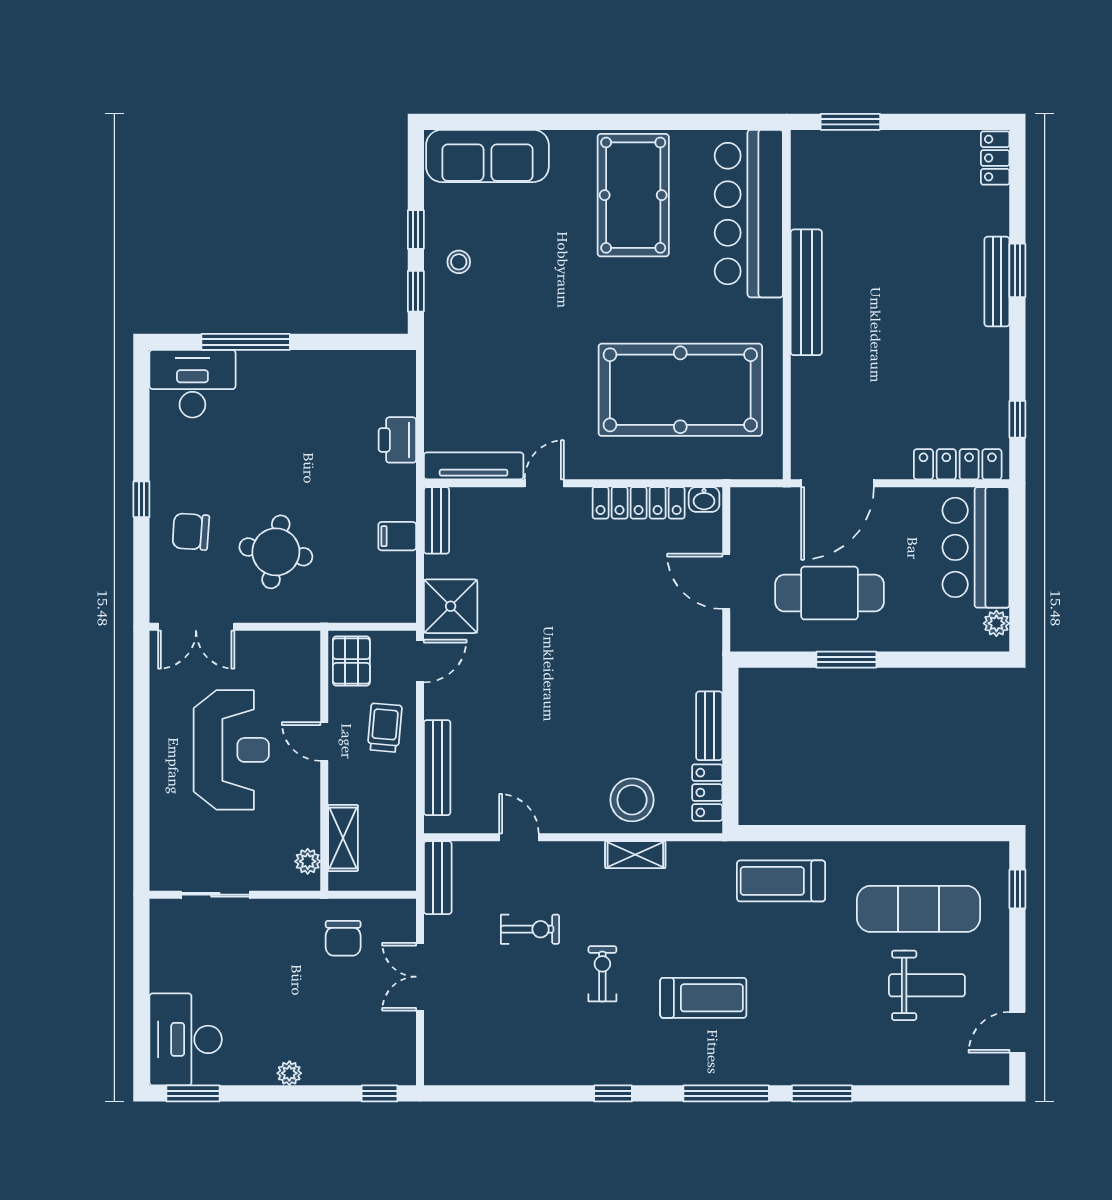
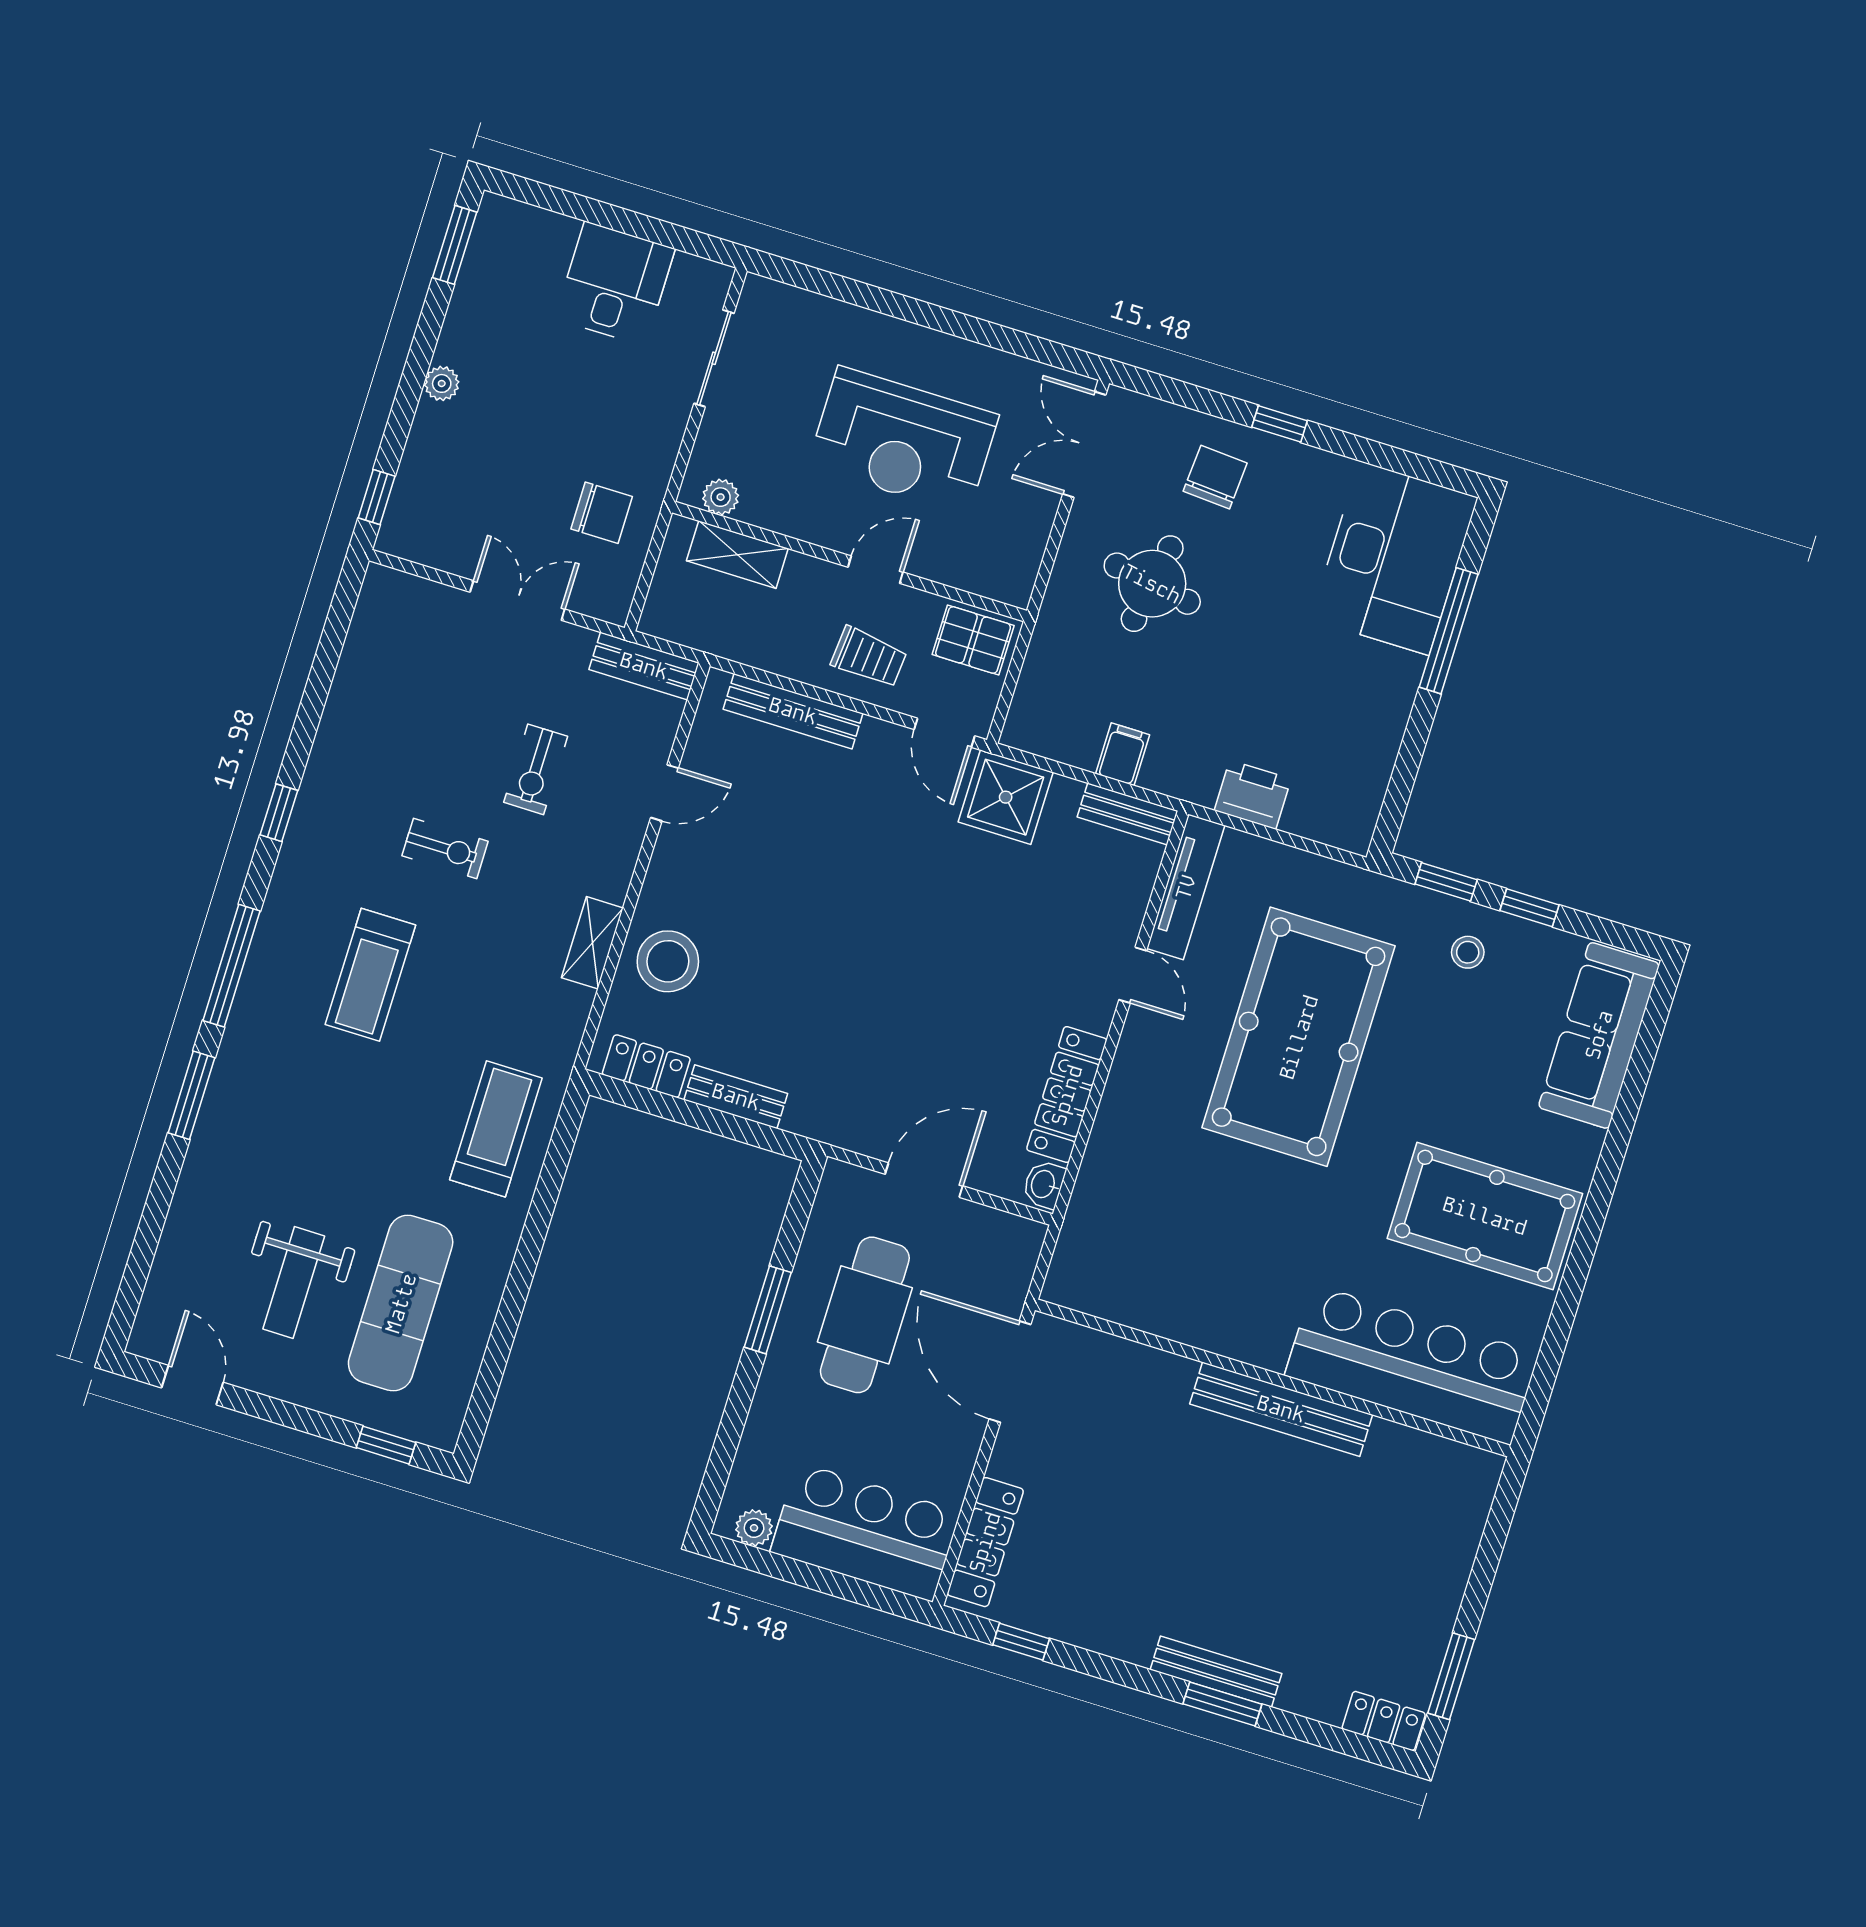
window: (850, 122) -> (1451, 1676), moved
desk: (192, 384) -> (1394, 558), width x1.36, depth x1.30
pool table: (680, 390) -> (1299, 1037), moved
chair: (343, 938) -> (602, 513), turned 180
desk: (186, 1039) -> (615, 284), moved, width x0.73

